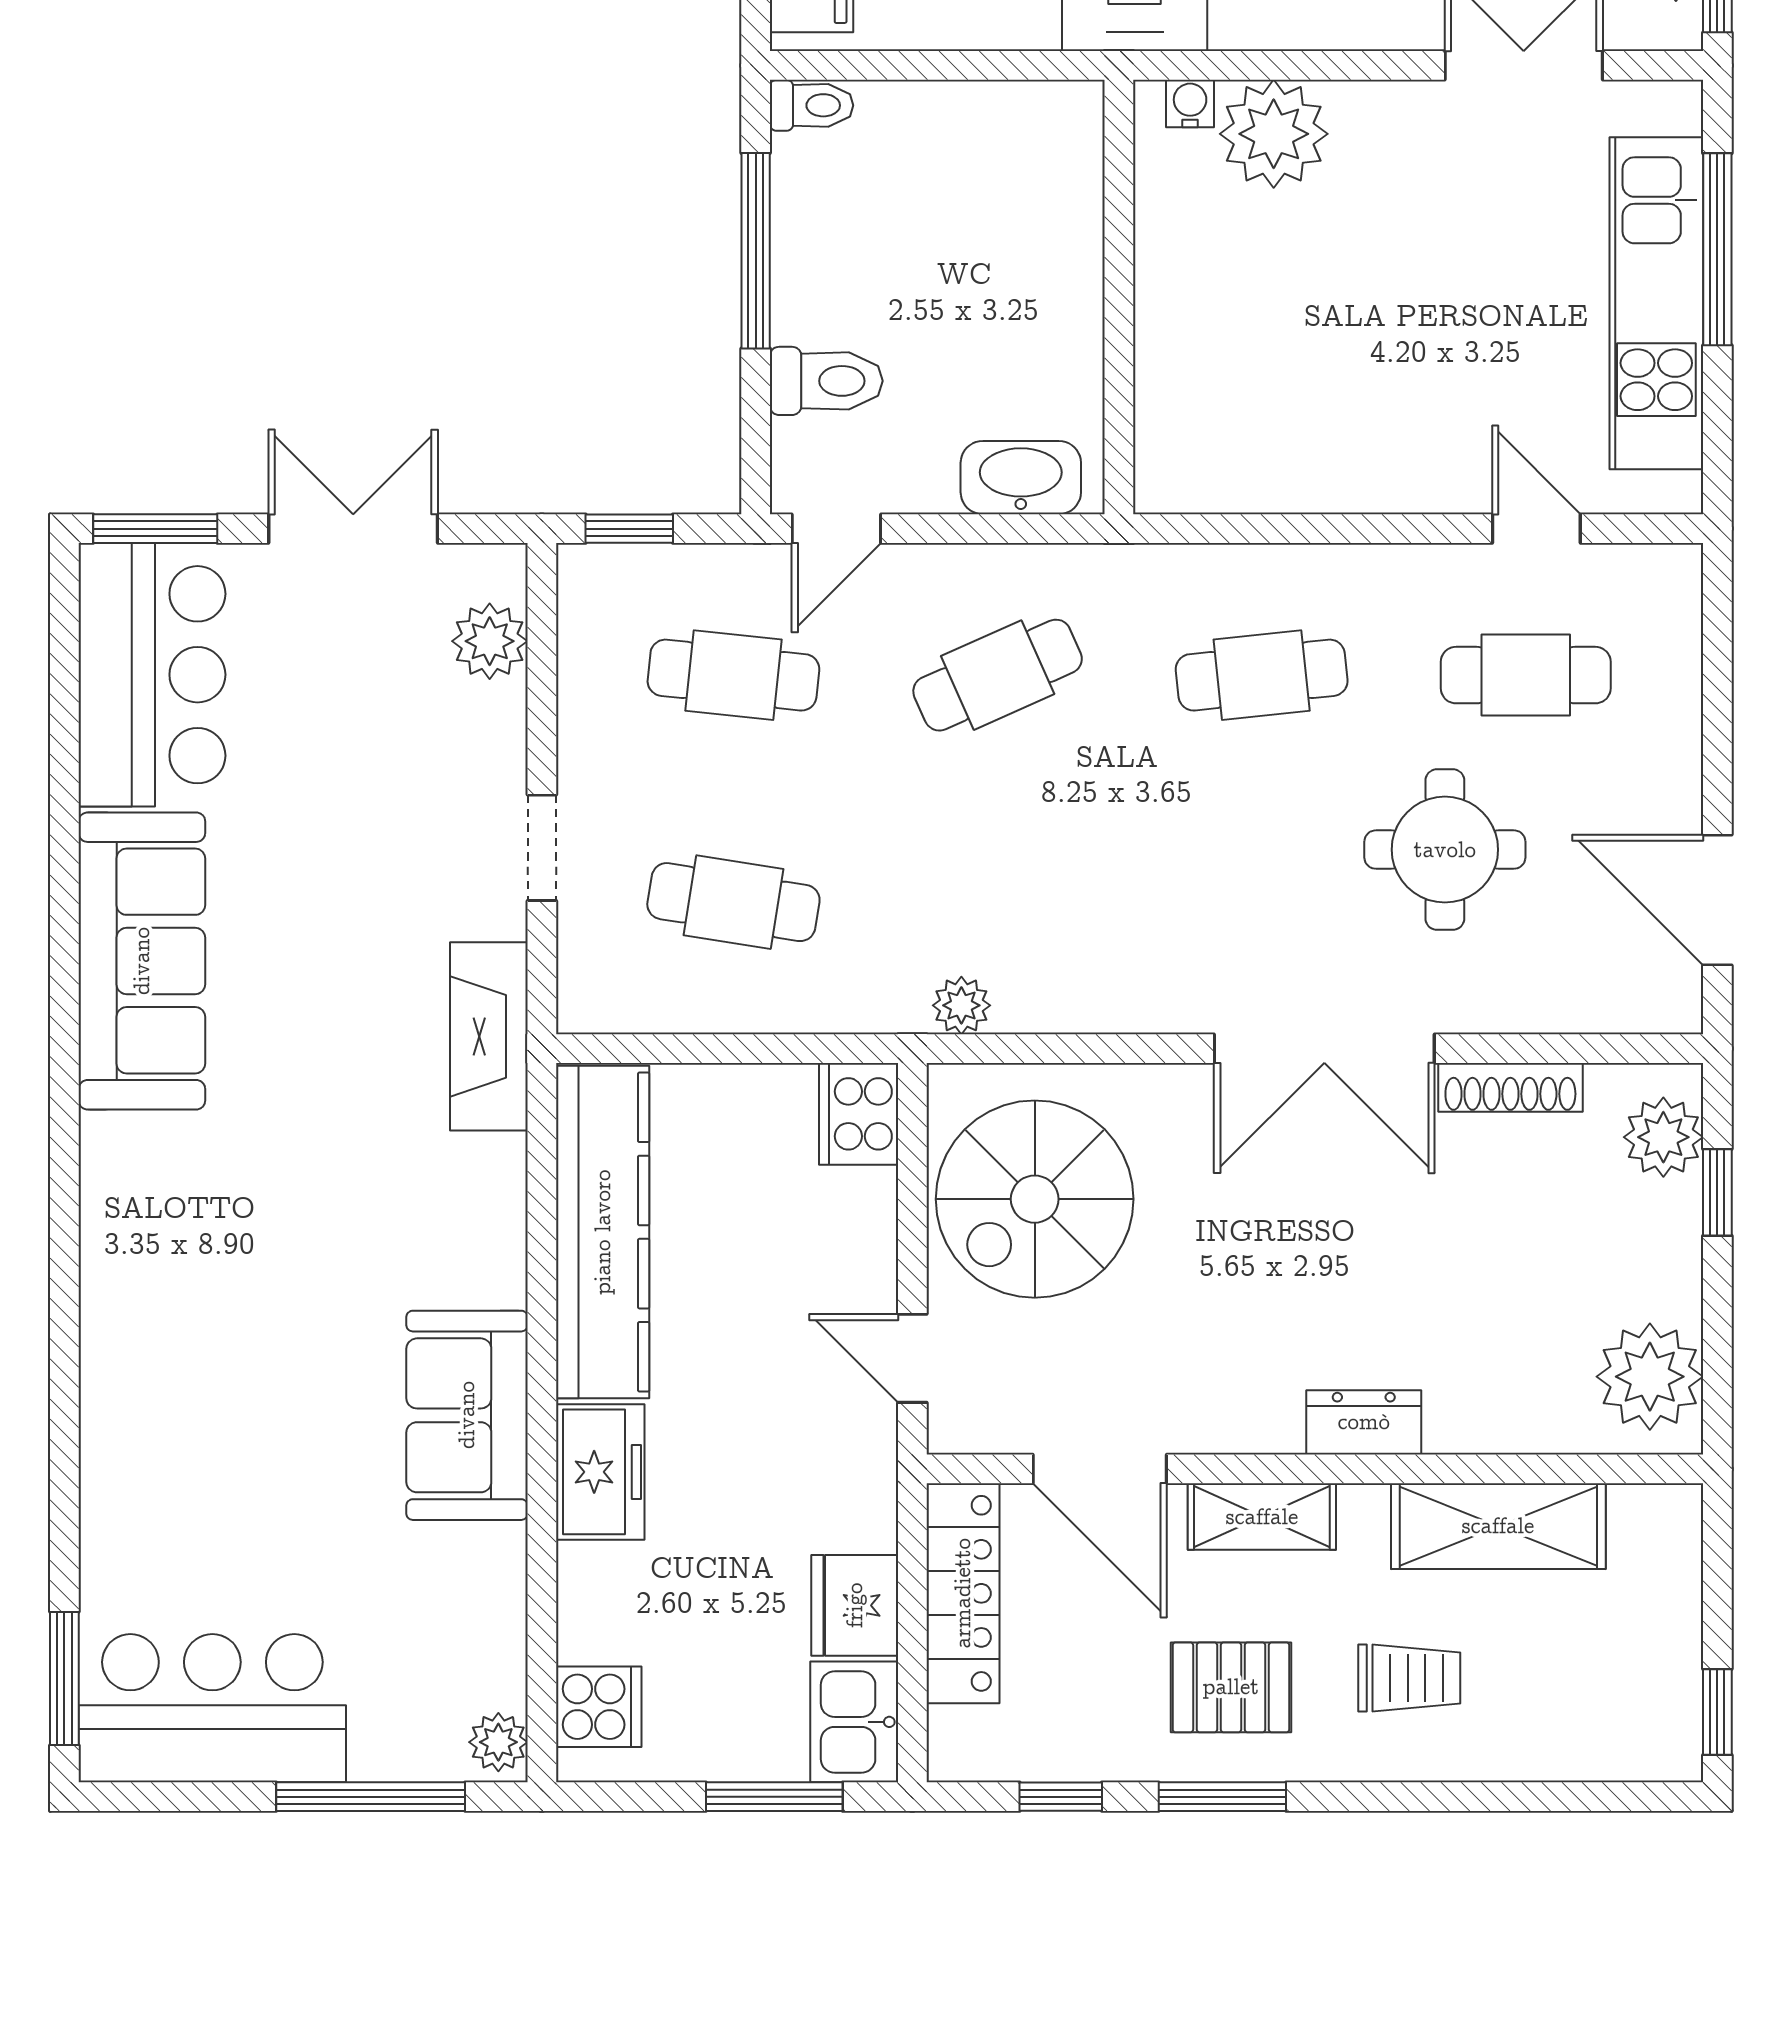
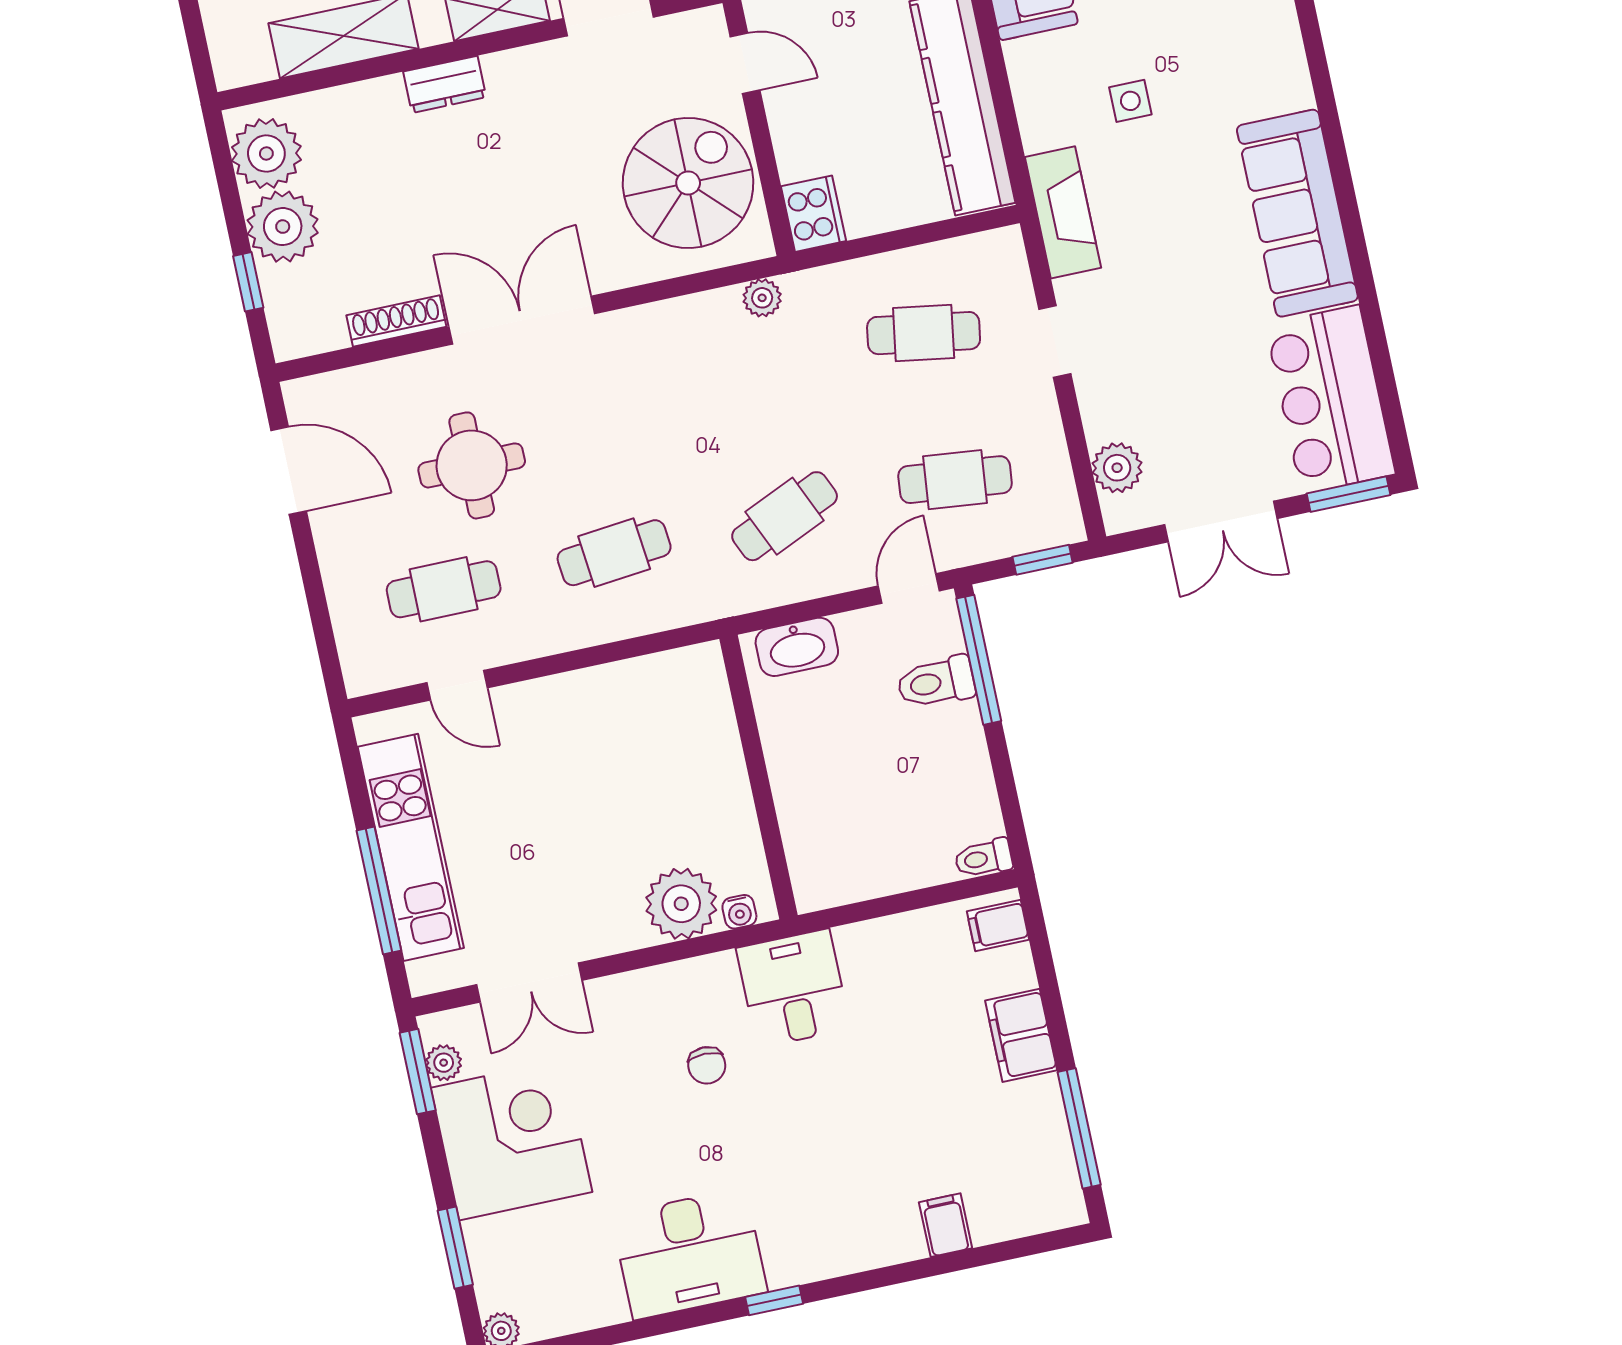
window: (756, 251) -> (979, 660), moved
plant: (1663, 1137) -> (283, 227), moved, width x1.36, depth x1.36
side table: (354, 1180) -> (1130, 101), added

